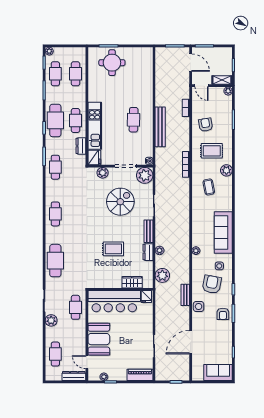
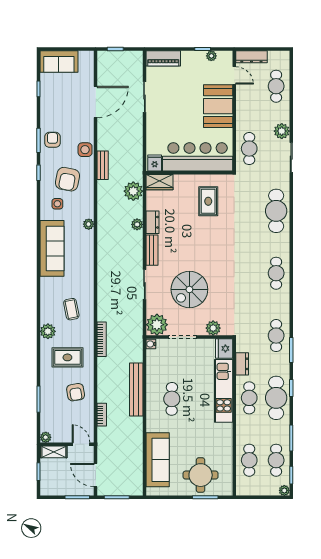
sofa: (144, 74) -> (158, 460), added
rug: (113, 249) -> (208, 201), moved, turned 90
wardrobe: (132, 282) -> (159, 182), moved

